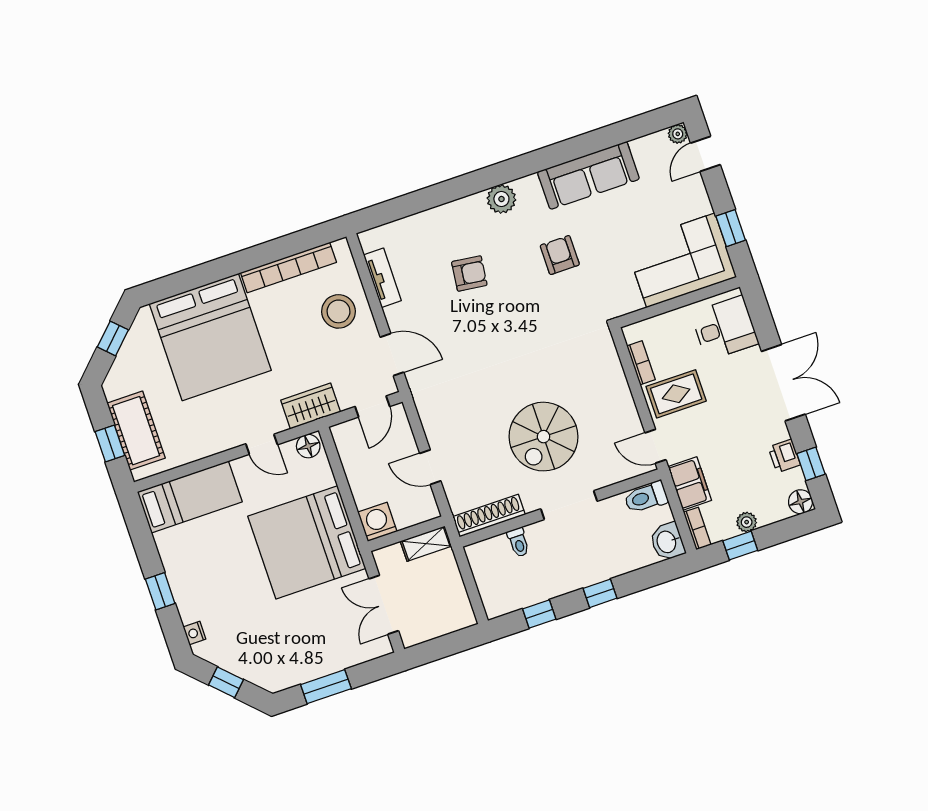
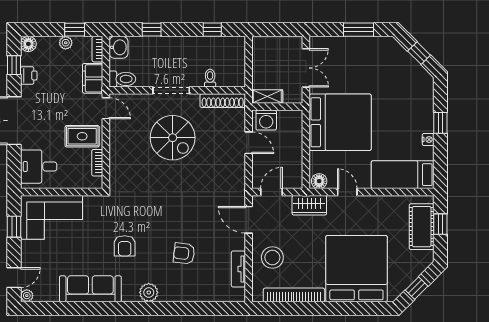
spiral stairs: (543, 437) -> (173, 138), turned 90
washing machine: (377, 522) -> (266, 120), moved
window: (600, 593) -> (152, 30), moved
nightstand: (194, 633) -> (428, 140), moved

